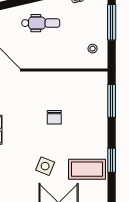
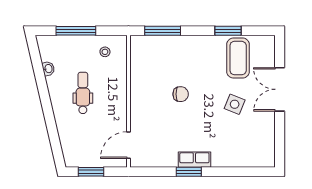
dental chair: (41, 23) -> (83, 93), moved

